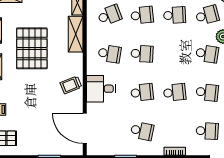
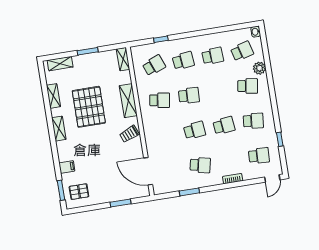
shelving: (76, 34) -> (128, 101), moved
desk: (101, 89) -> (157, 133), removed

